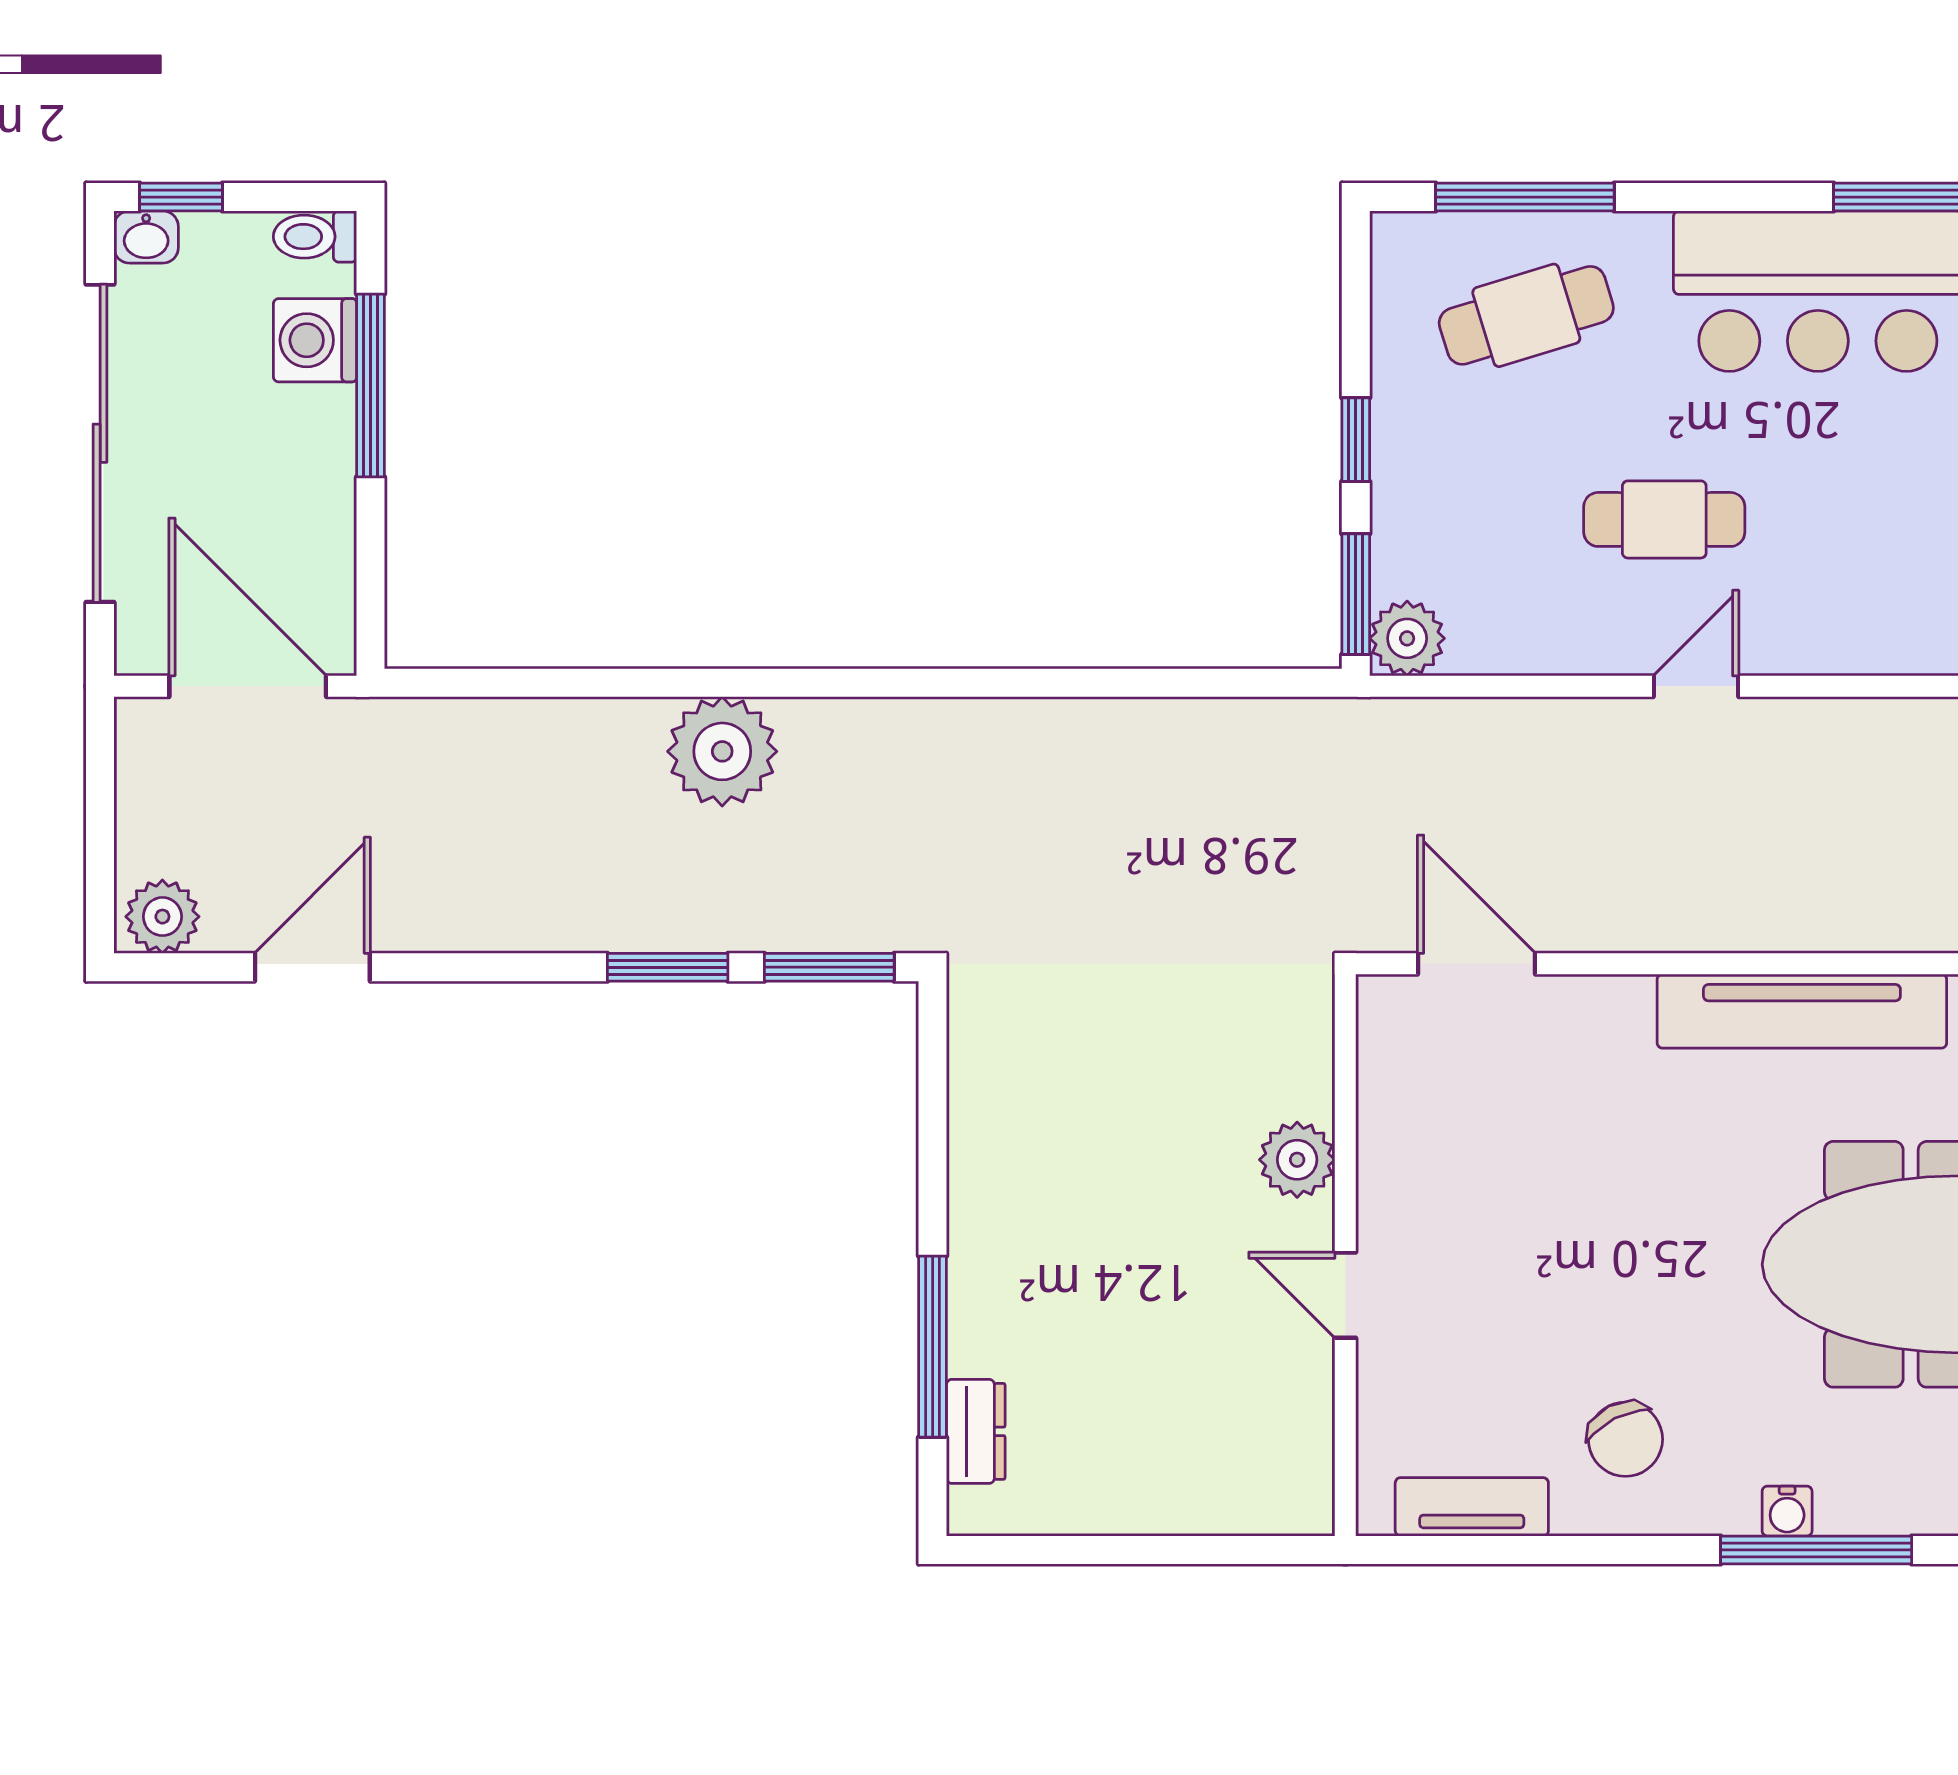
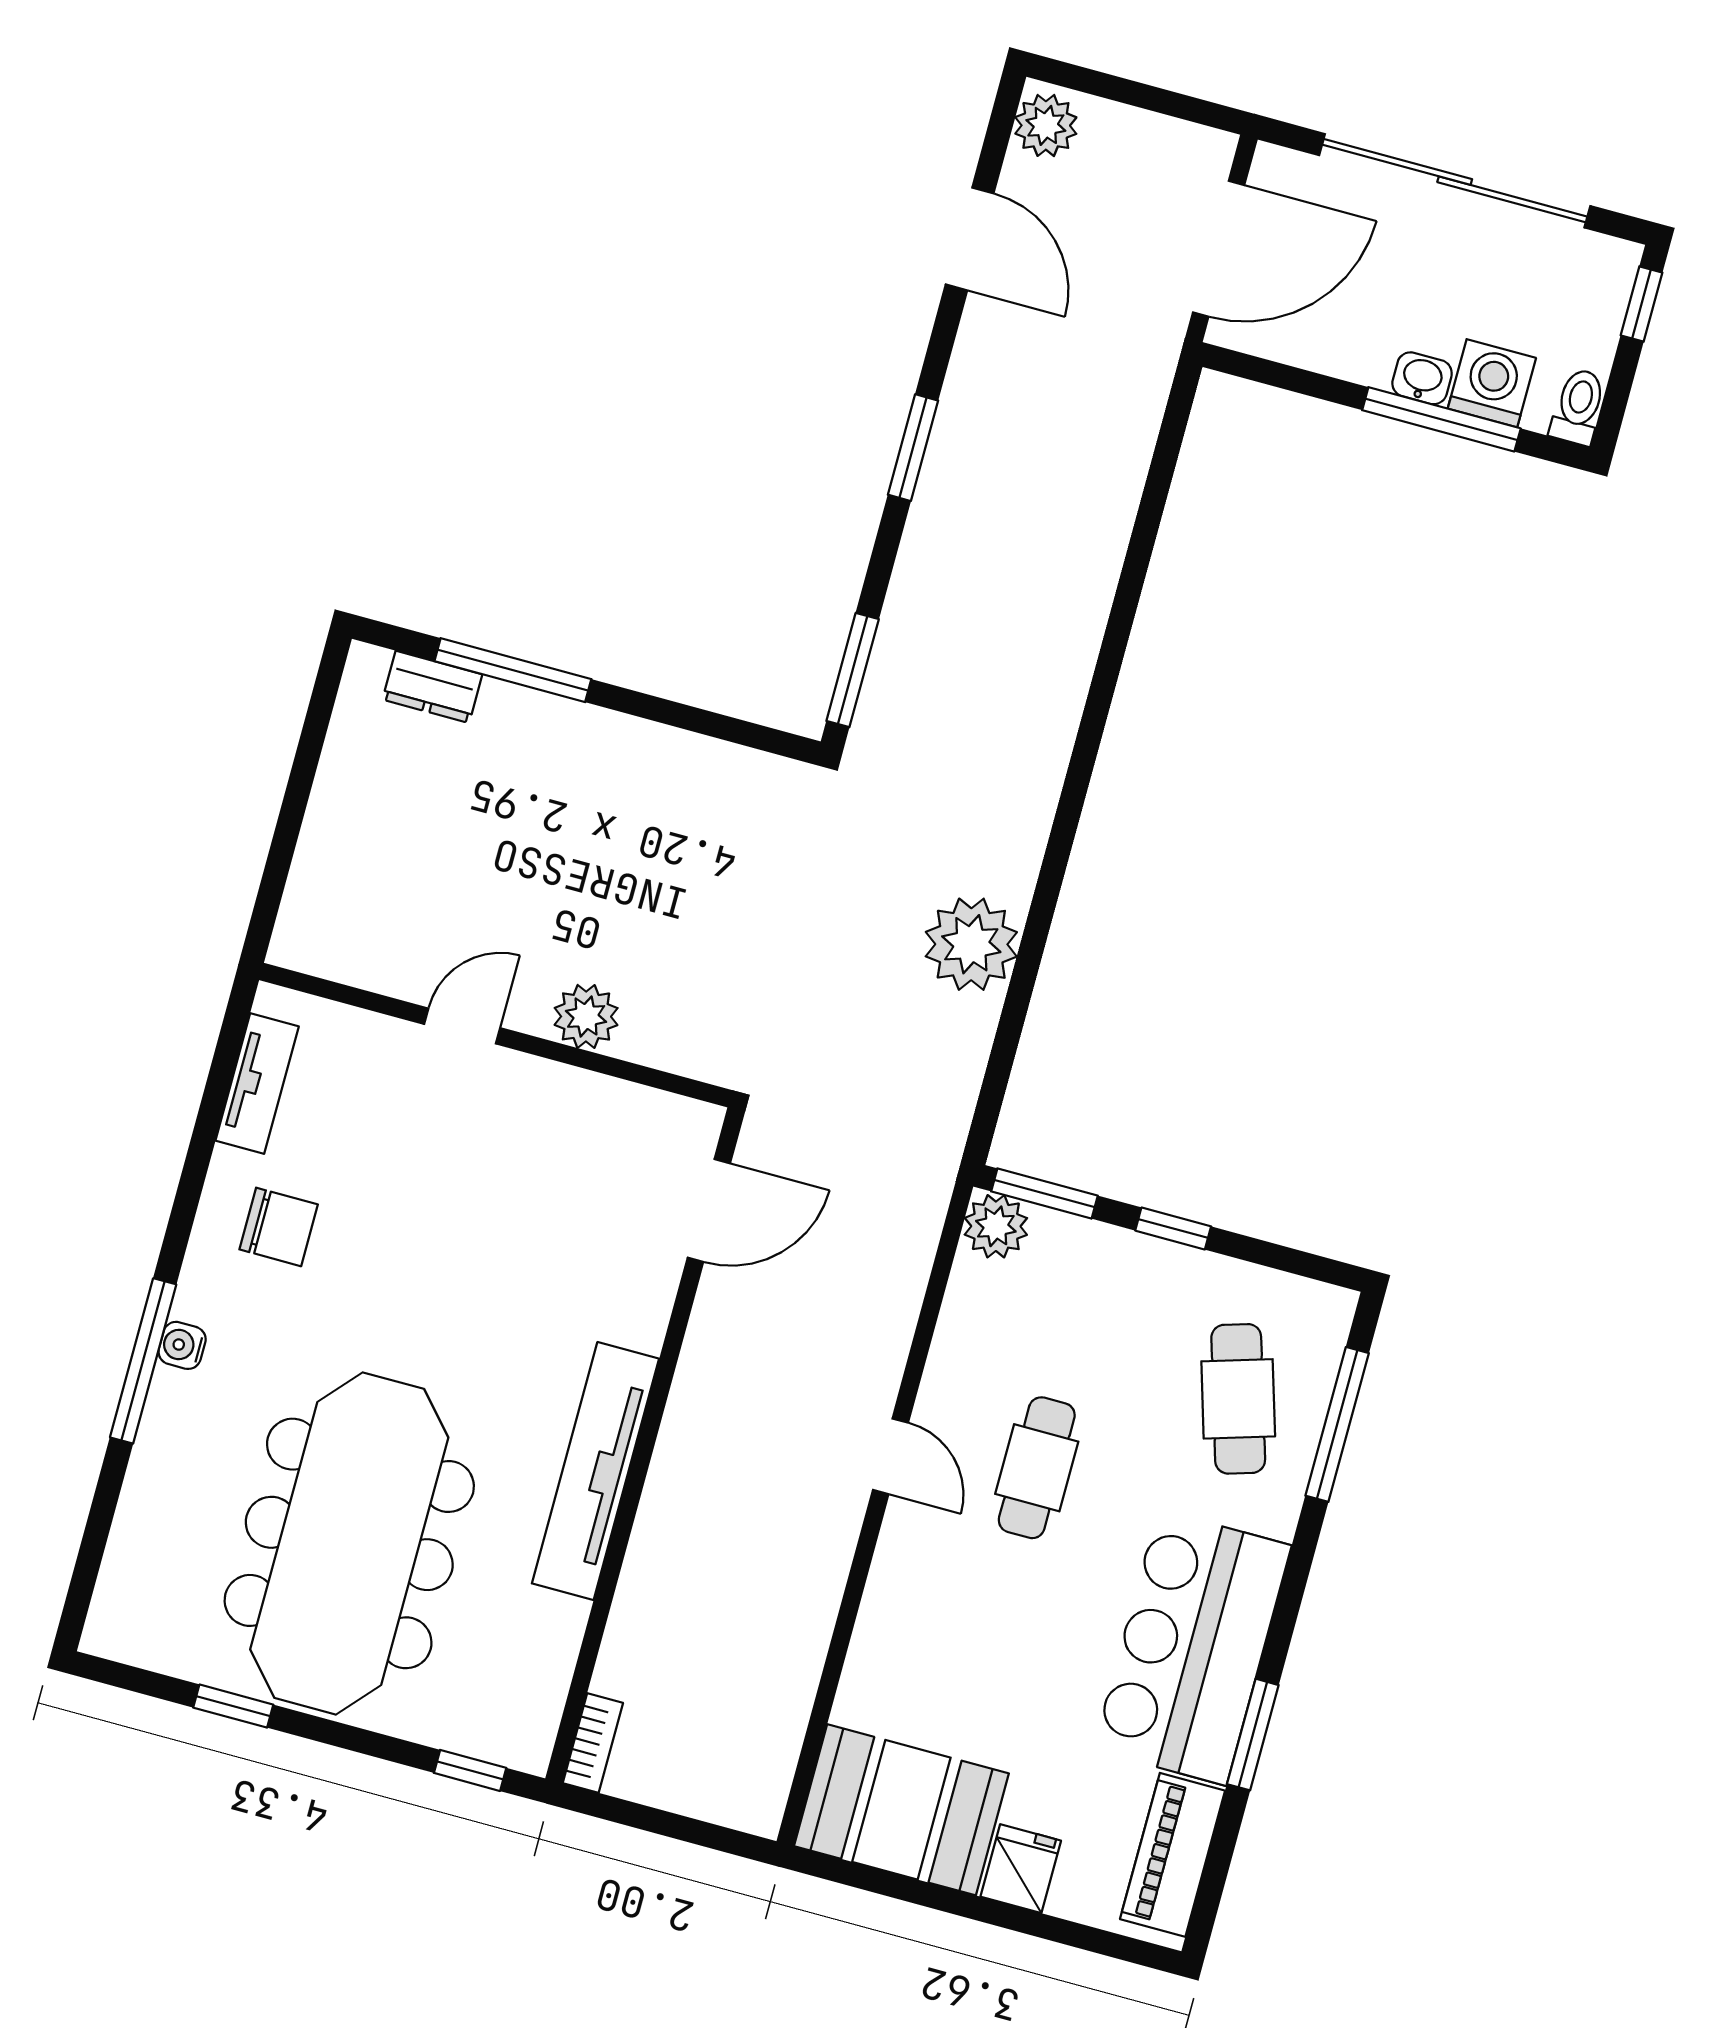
washbasin: (146, 237) -> (1422, 378), moved, turned 90
plant: (722, 751) -> (971, 944), moved
window: (668, 967) -> (913, 448), moved
chair: (1625, 1439) -> (279, 1227), turned -153

